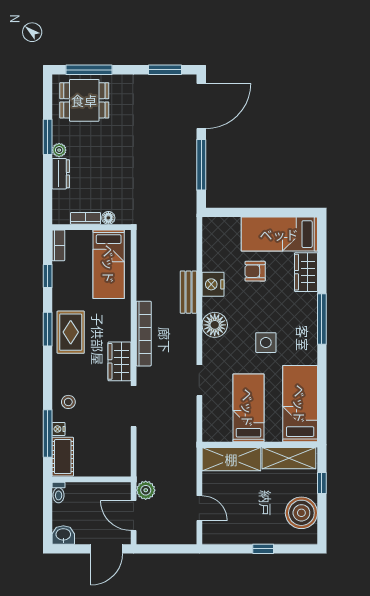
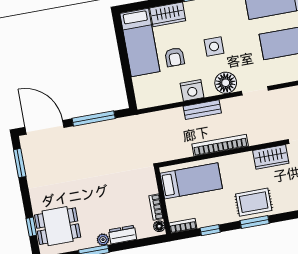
window: (89, 70) -> (31, 227), width x0.46
dining table: (84, 100) -> (58, 226), turned 90
floor lamp: (108, 218) -> (159, 226), moved
bookcase: (144, 334) -> (220, 145), moved
side table: (266, 343) -> (214, 46), moved
doorway: (199, 380) -> (255, 91), moved

